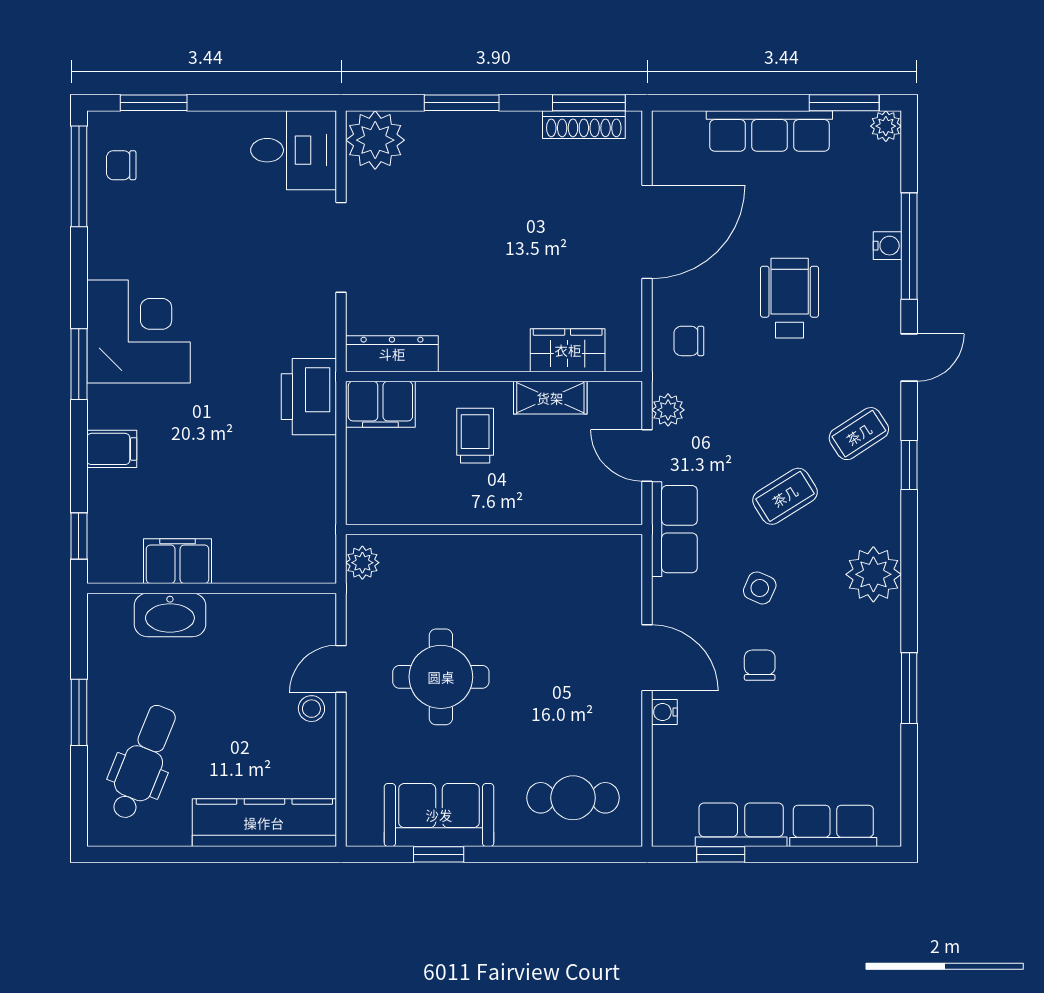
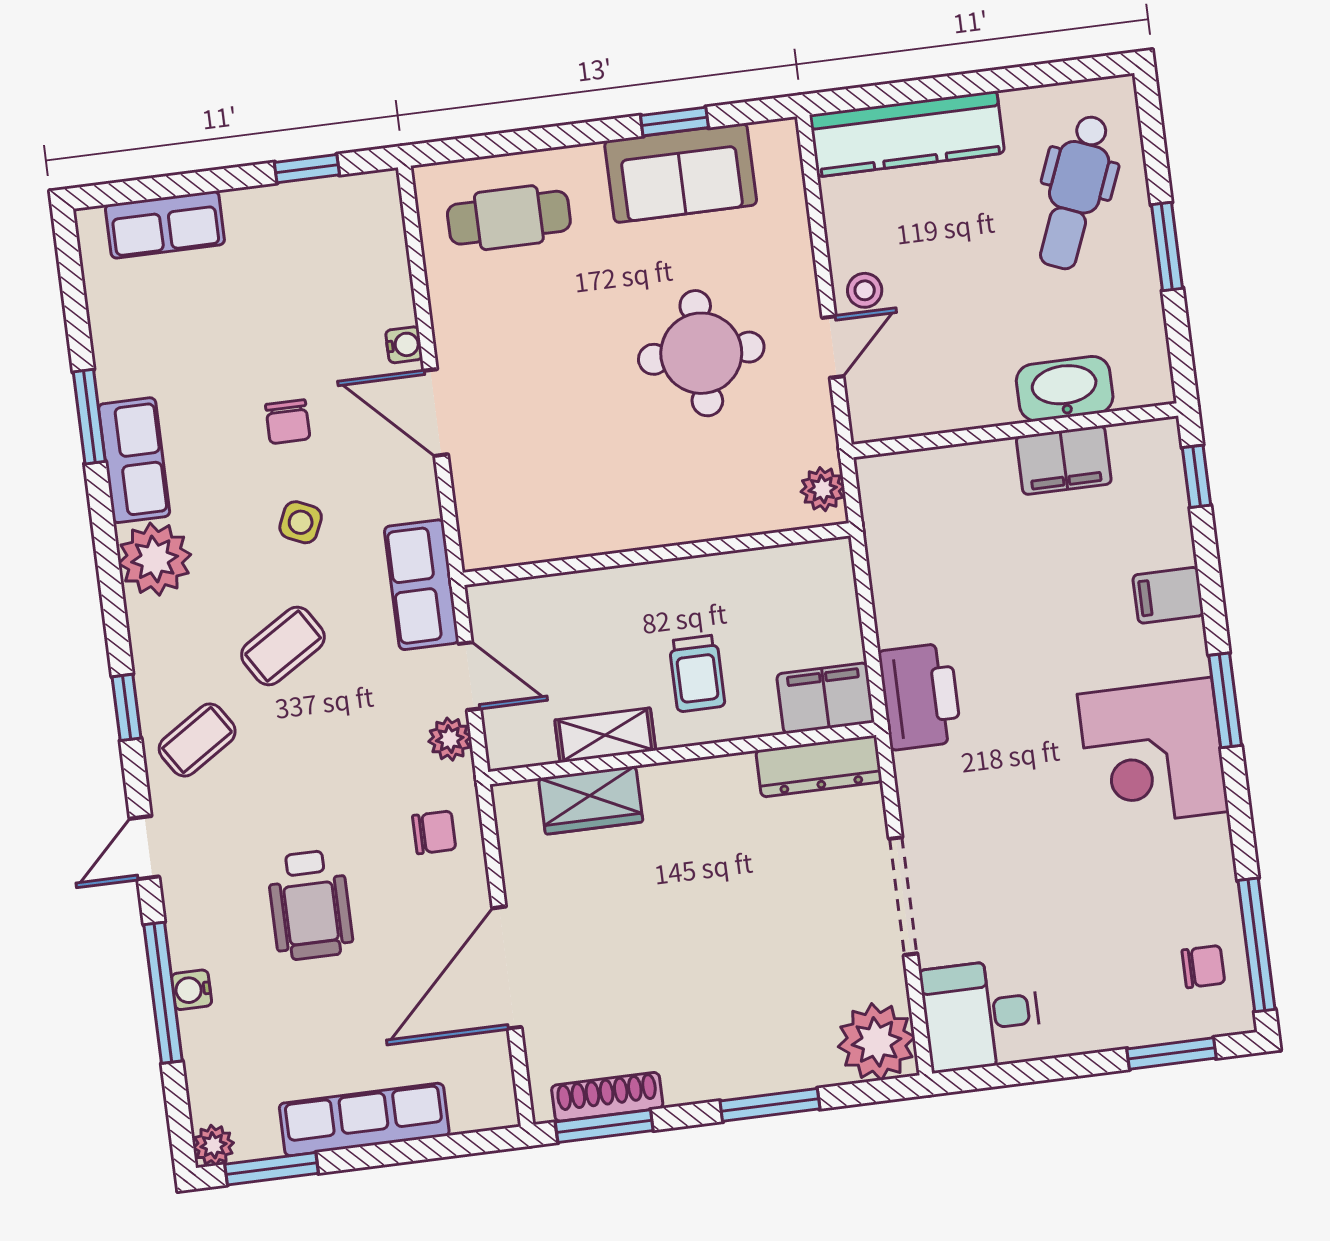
row of seats: (741, 825) -> (134, 460), moved, turned -90

